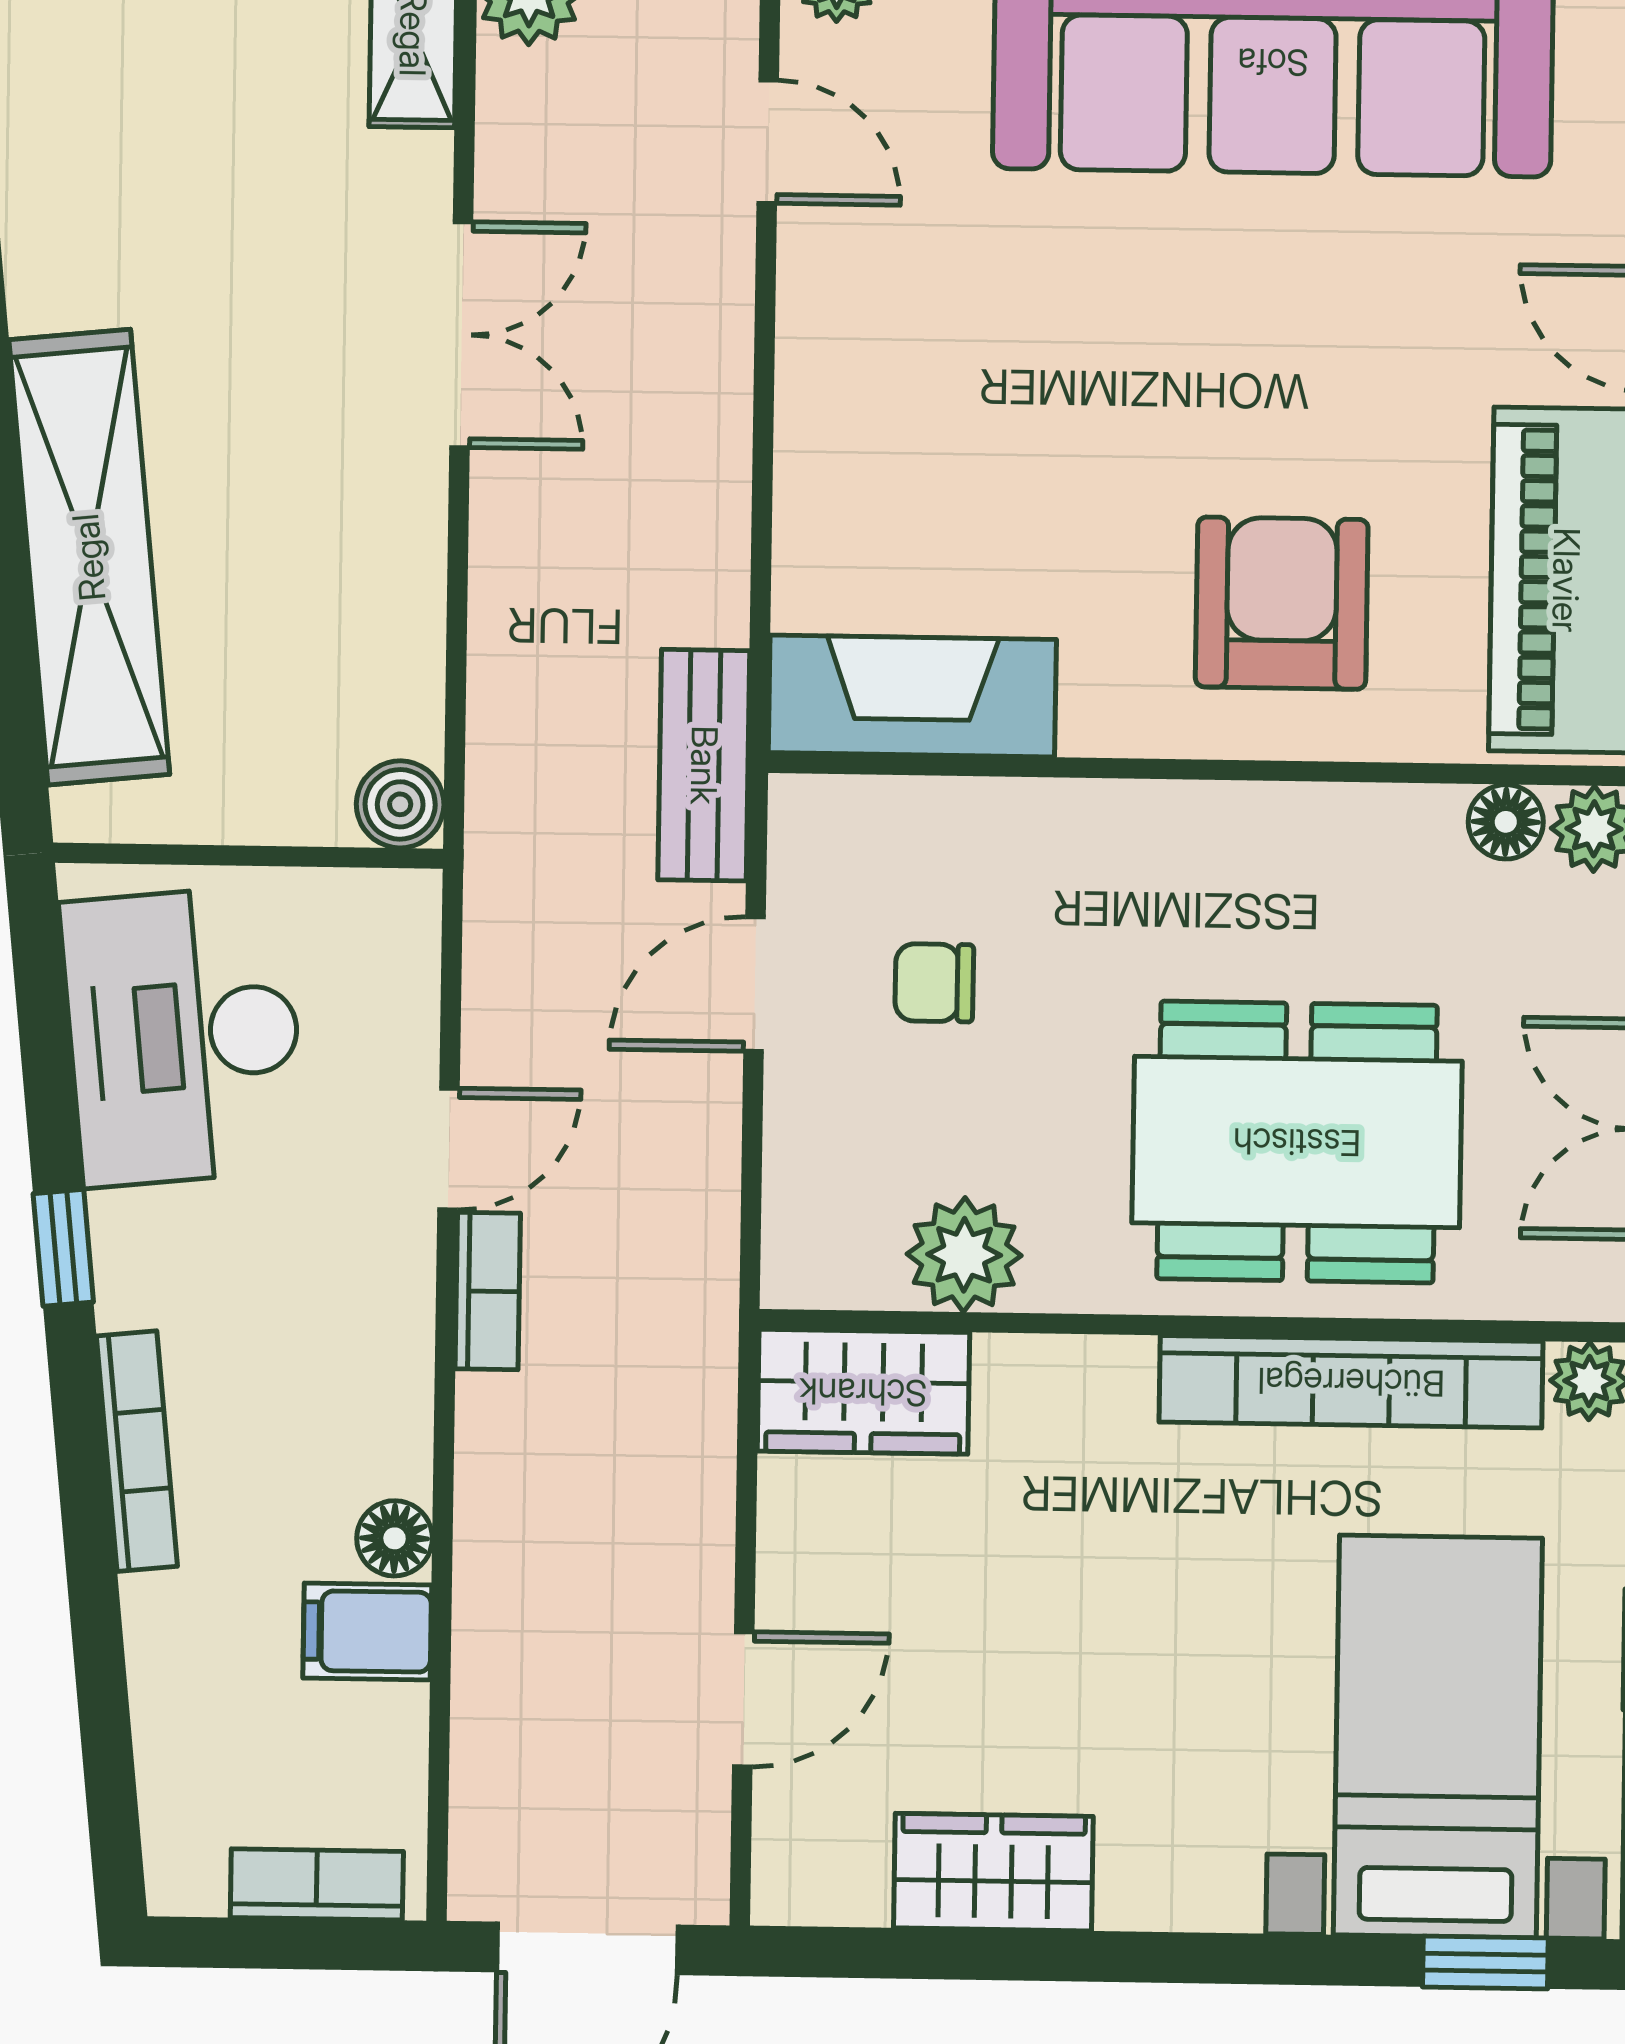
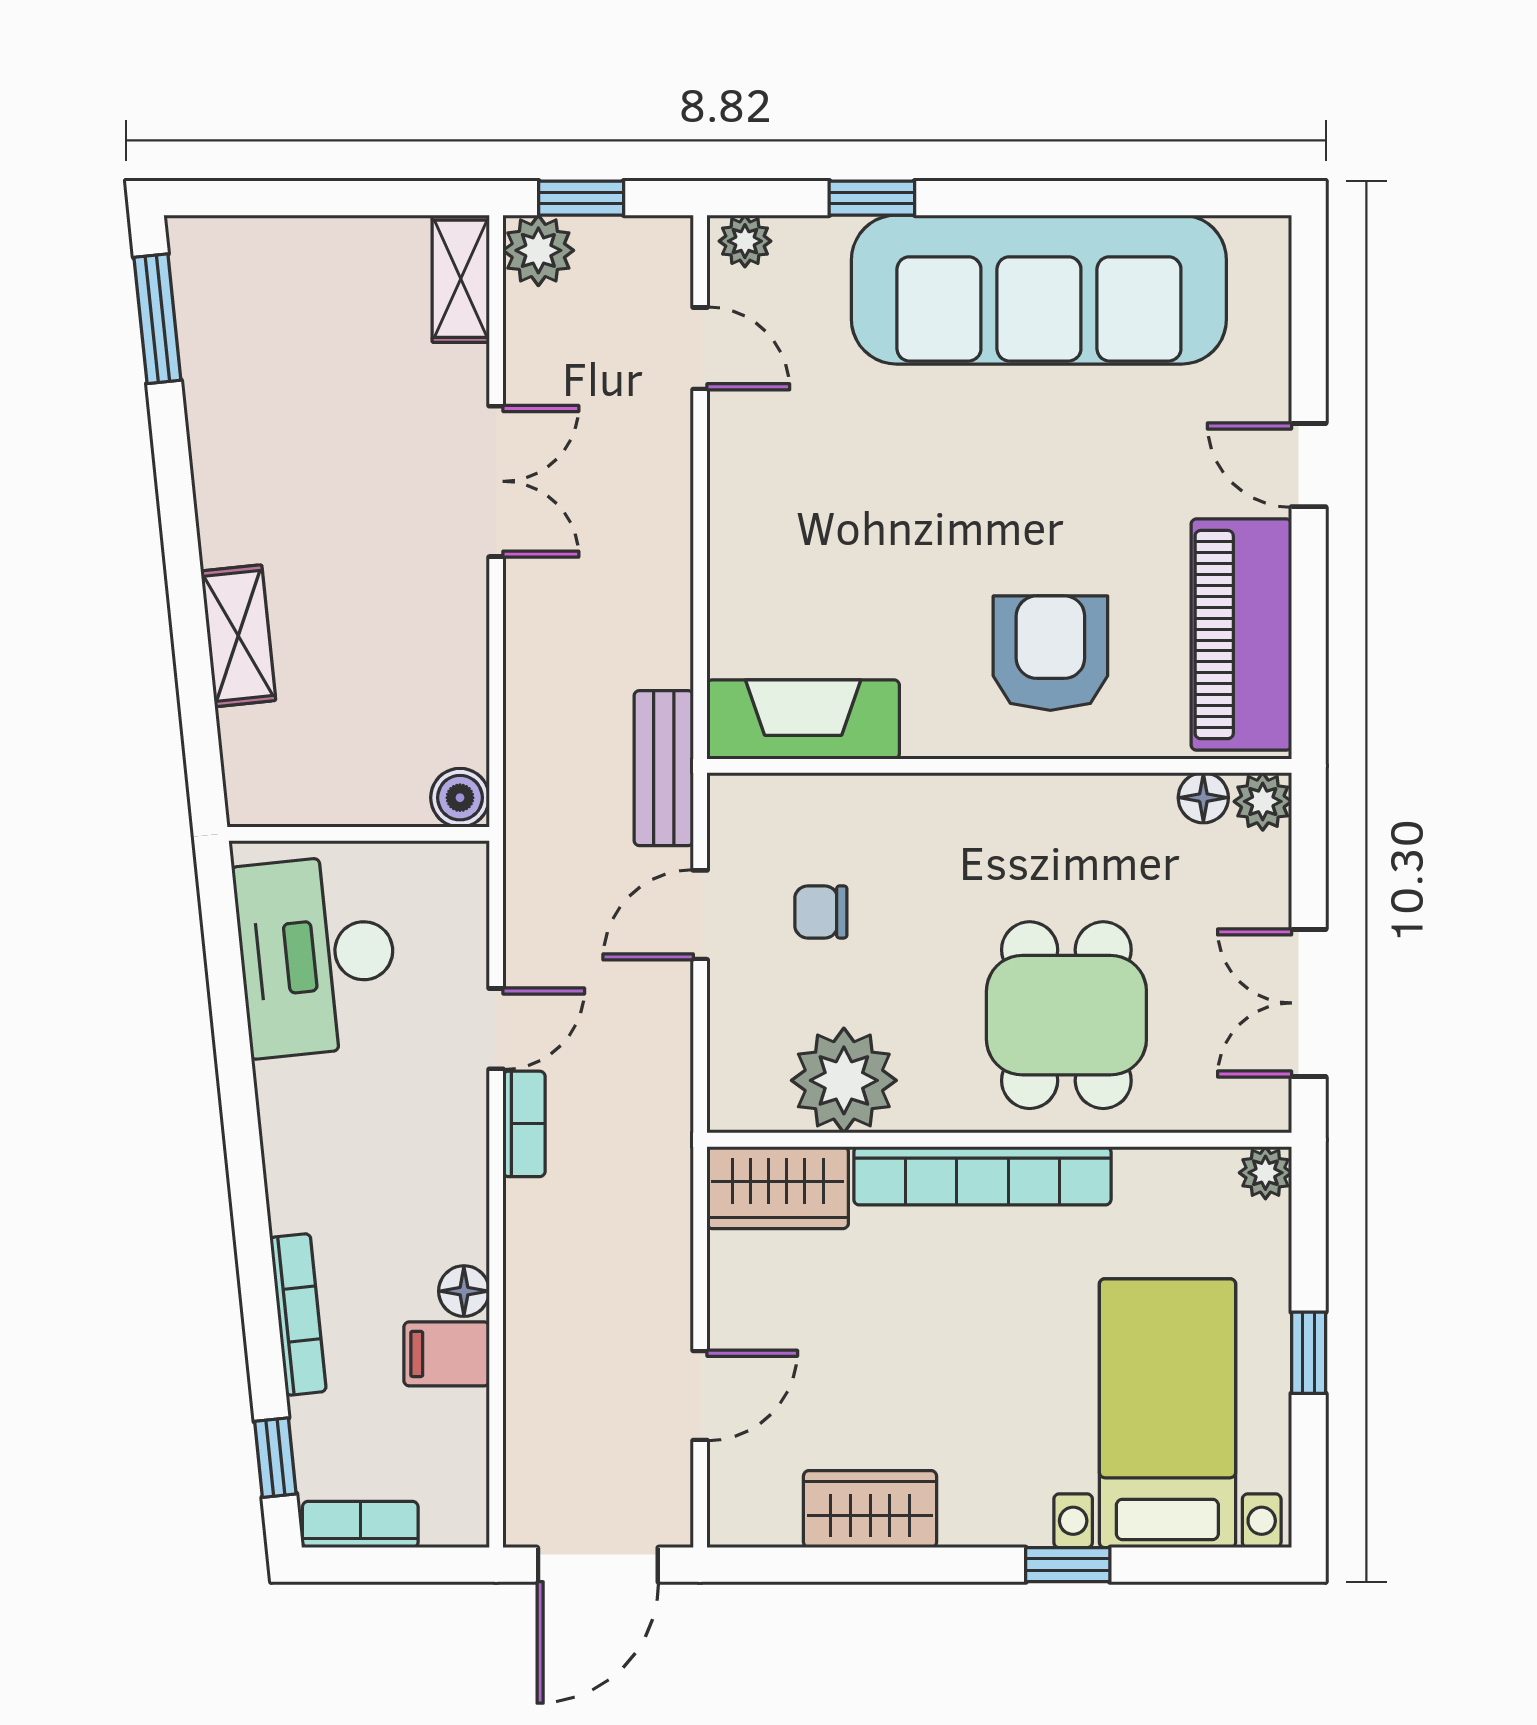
shelving: (89, 557) -> (238, 636), width x0.45, depth x0.75
dining table: (1297, 1142) -> (1066, 1015), width x0.73
window: (63, 1248) -> (275, 1458), moved
plant: (964, 1255) -> (844, 1080), width x1.36, depth x1.36
bookcase: (1351, 1382) -> (982, 1176), moved
bookcase: (137, 1451) -> (298, 1314), moved
bookcase: (317, 1884) -> (360, 1525), moved
window: (1485, 1963) -> (1068, 1565), moved

